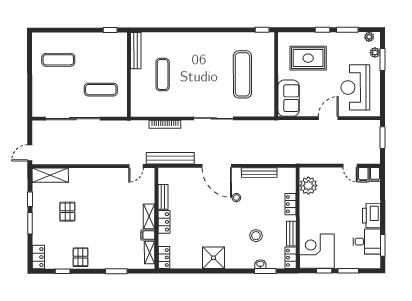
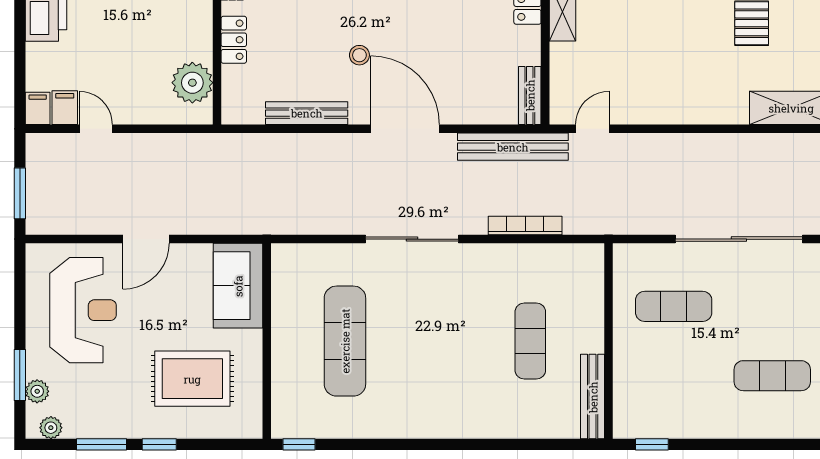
bench: (163, 197) -> (530, 95), moved

